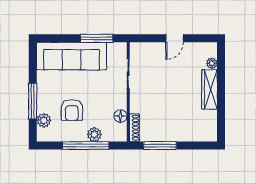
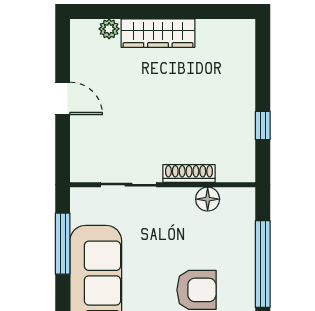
shoe rack: (134, 128) -> (189, 173), moved
plant: (94, 134) -> (242, 248), removed
window: (160, 146) -> (263, 126), width x0.46

